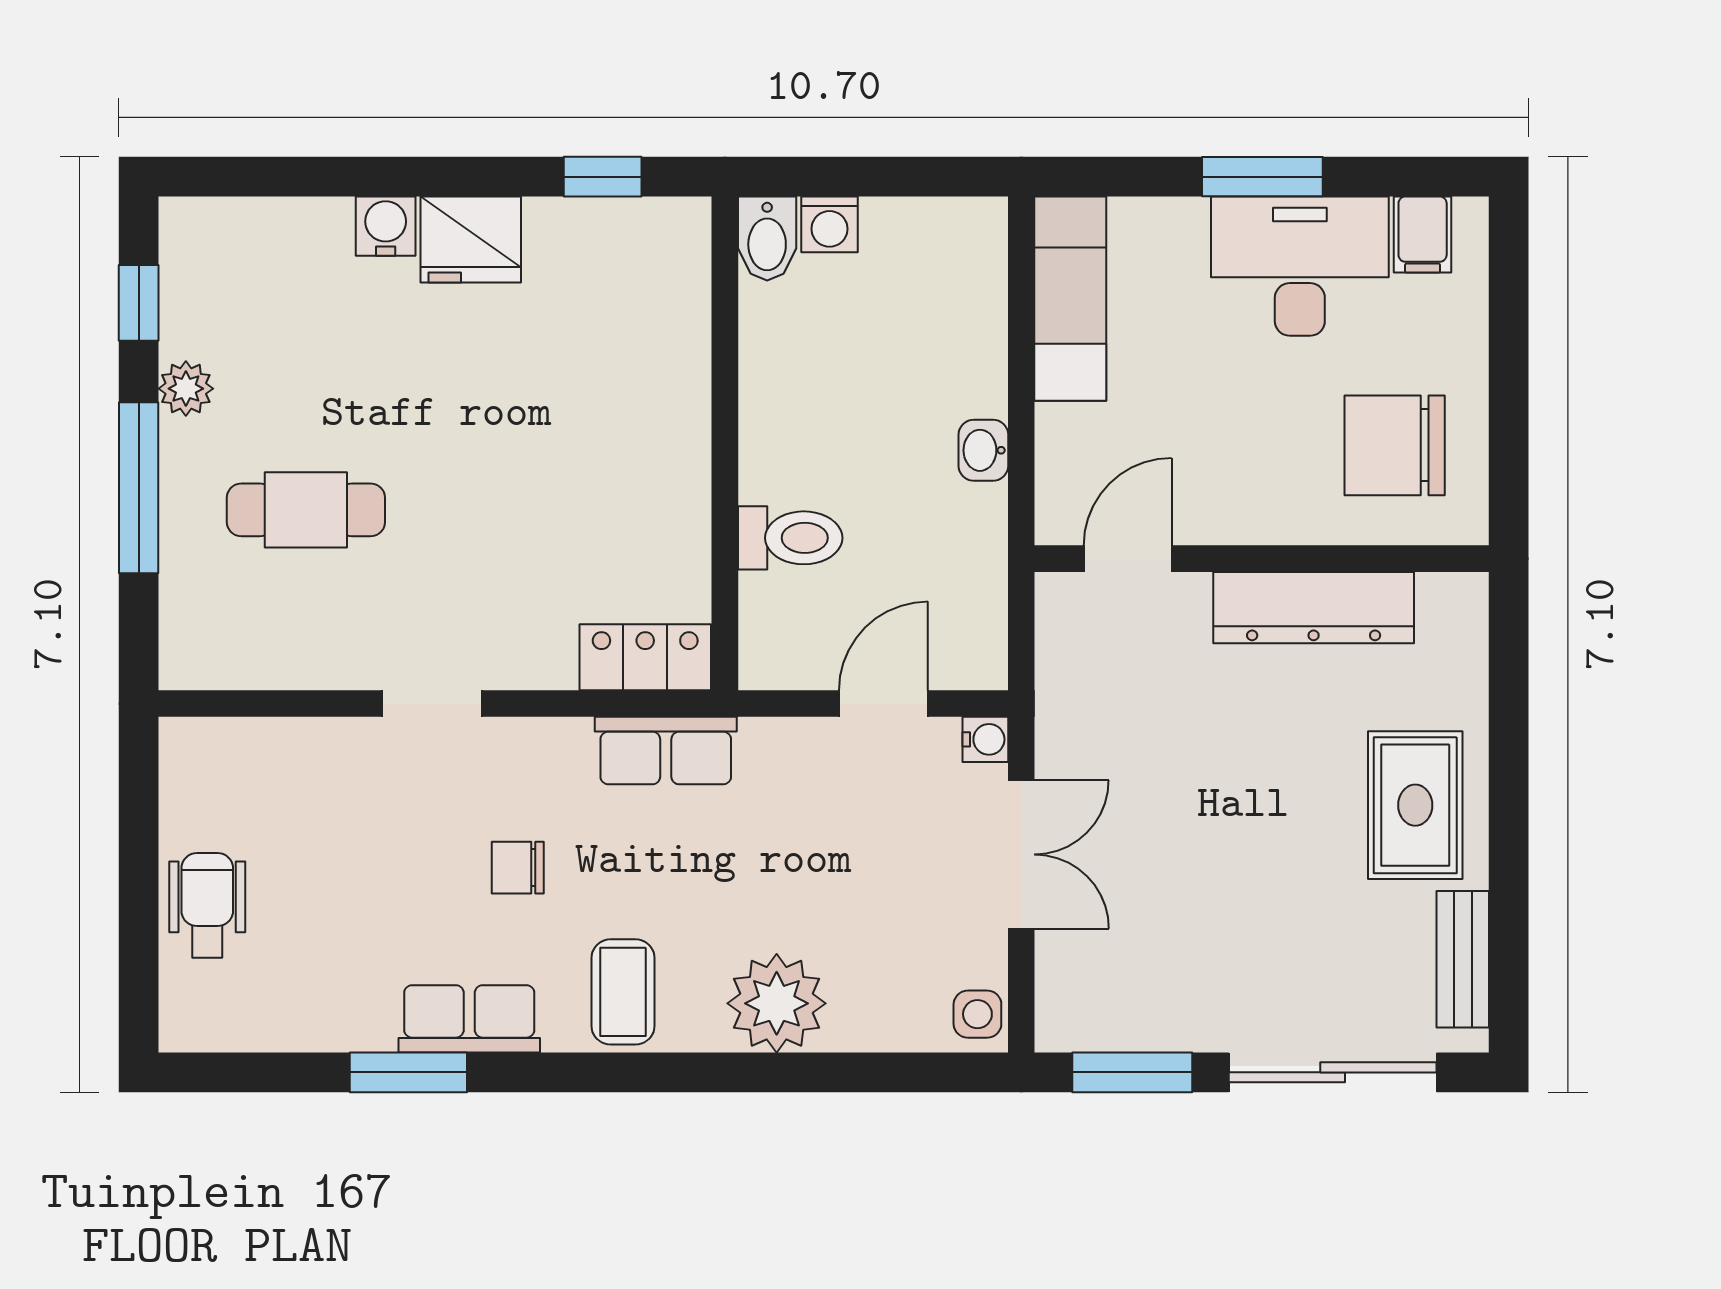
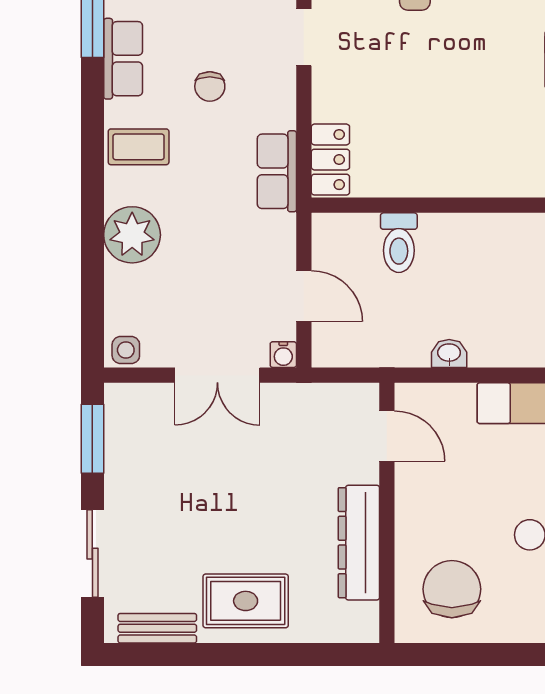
chair: (518, 868) -> (210, 86), turned 180
sliding door: (1333, 1072) -> (92, 554), width x0.73

